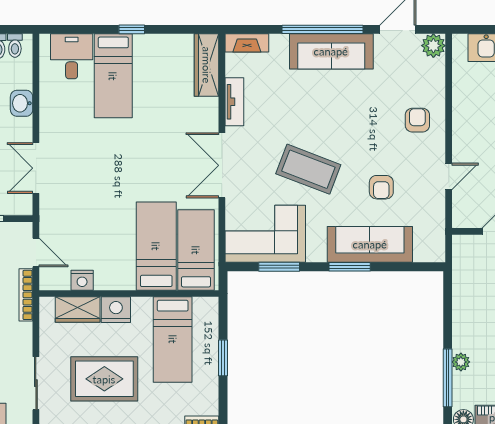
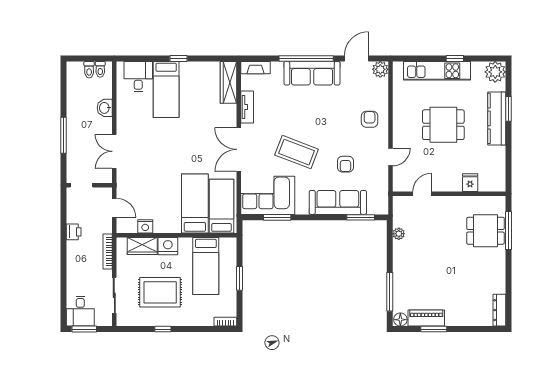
window: (350, 267) -> (361, 217), moved
bookcase: (26, 295) -> (108, 252), moved
plant: (461, 362) -> (399, 234), moved

